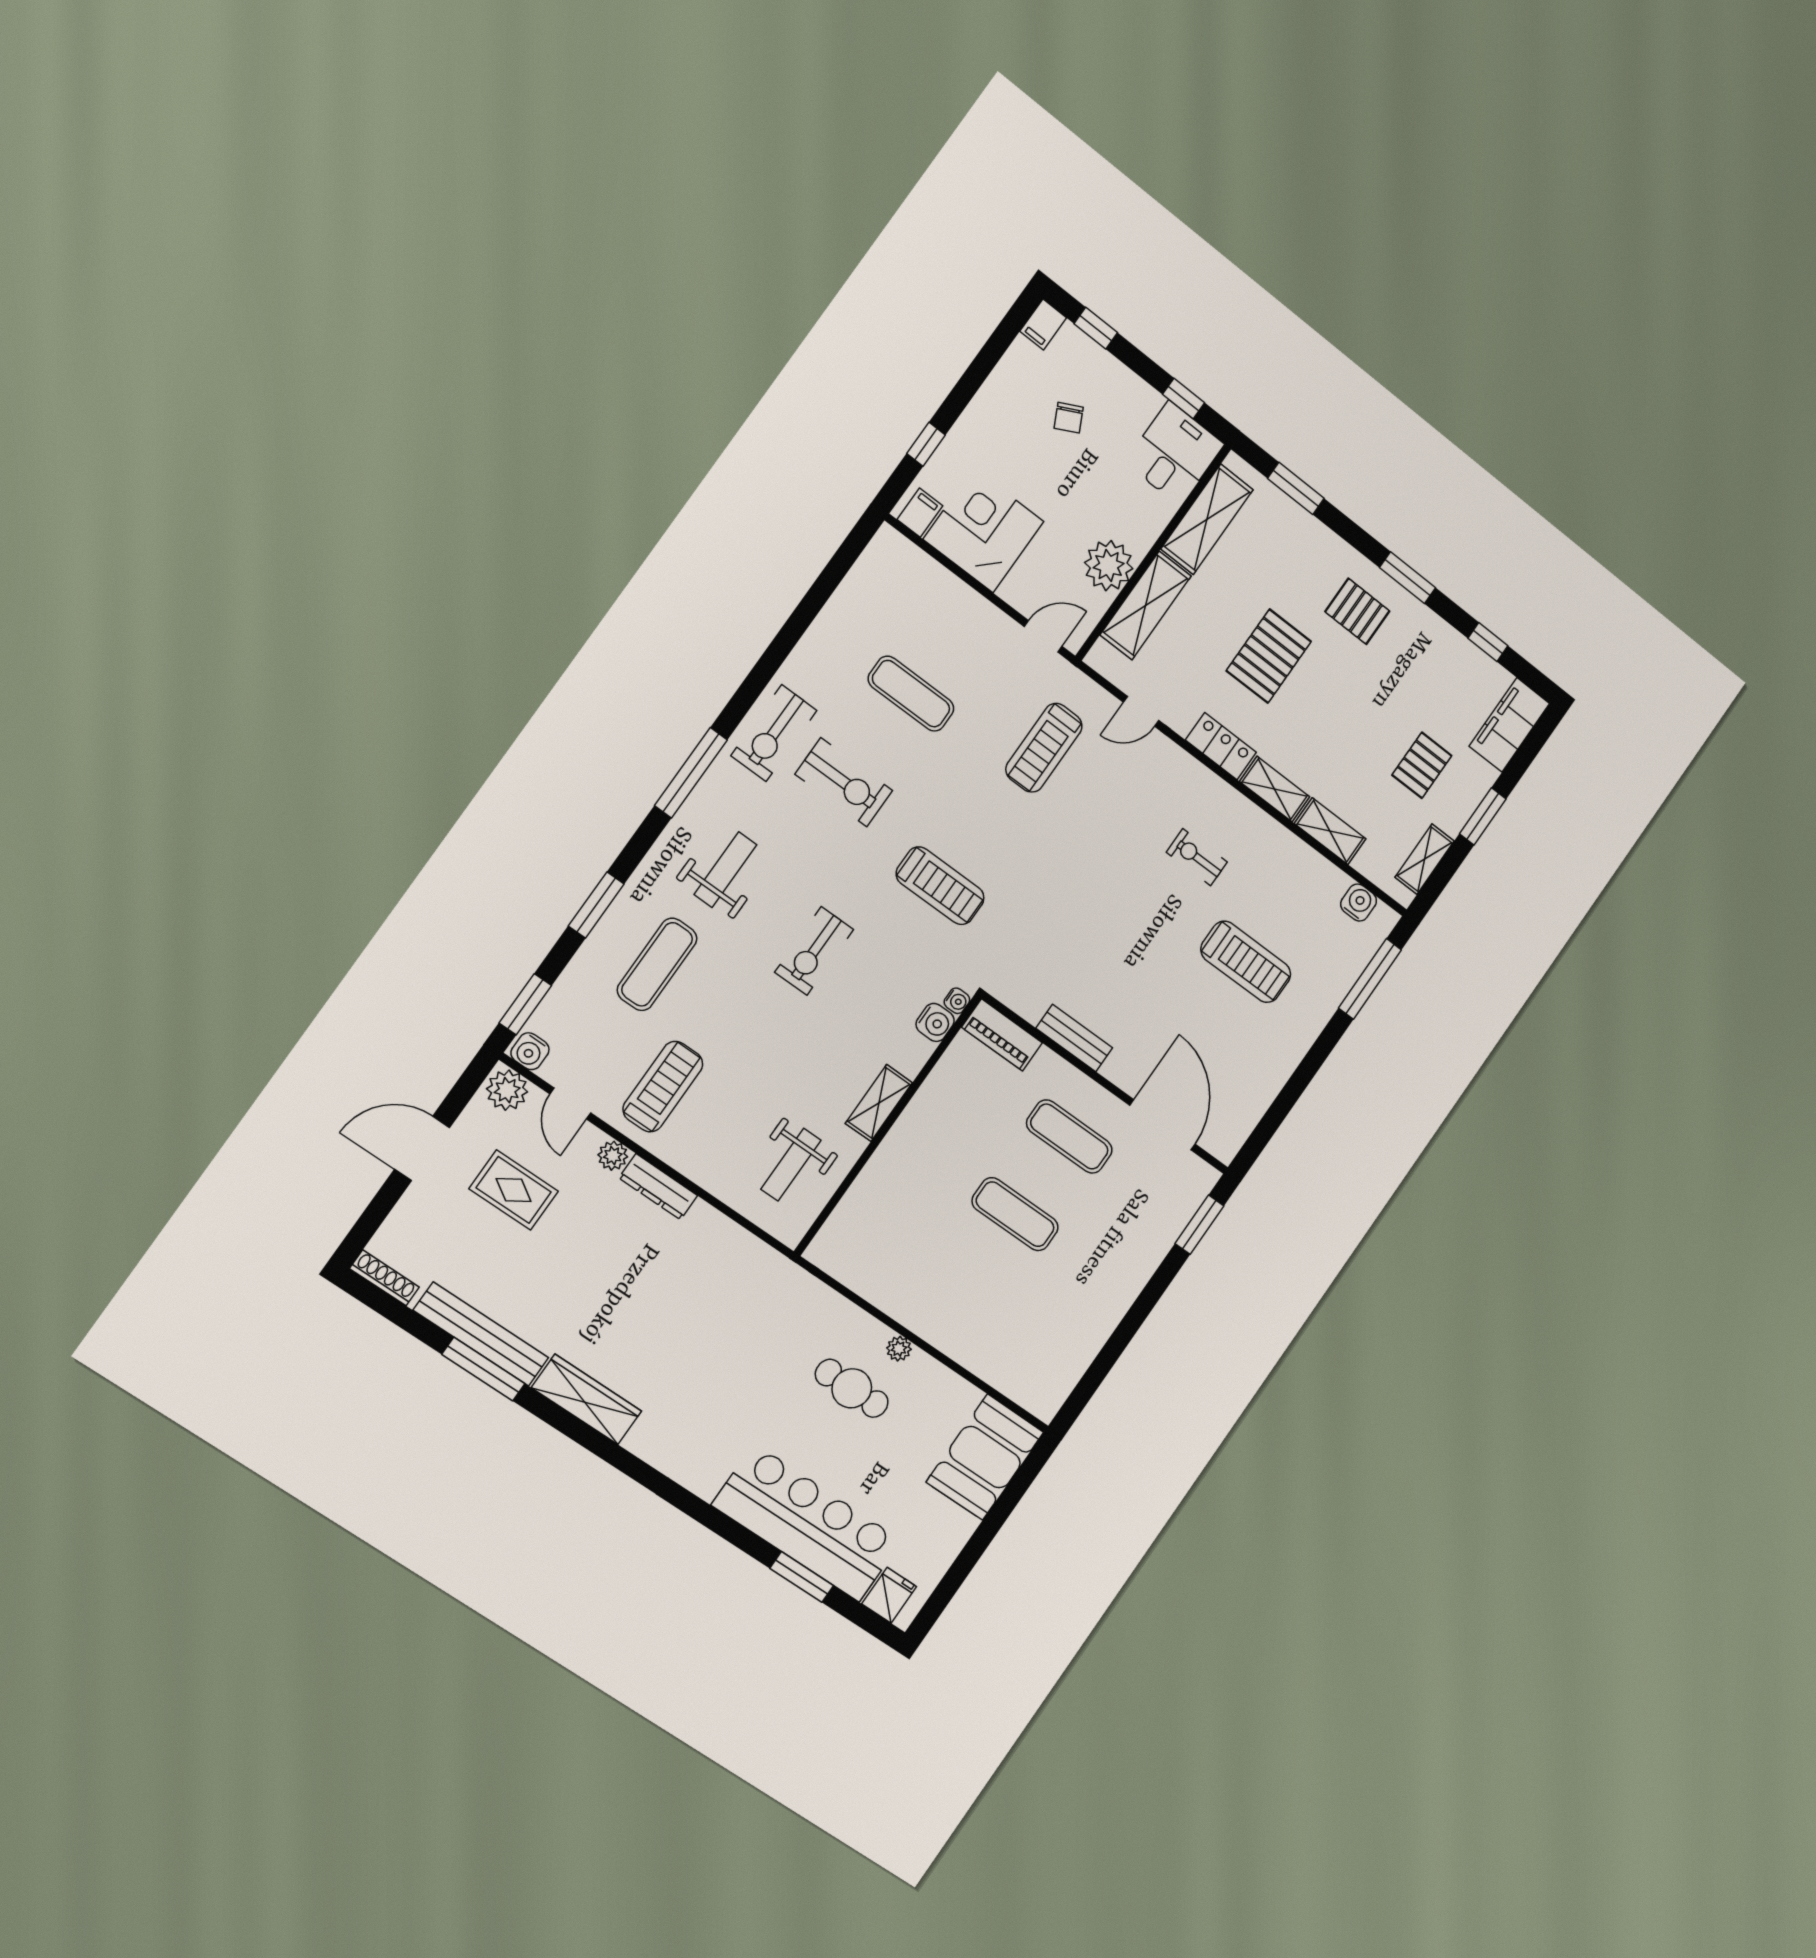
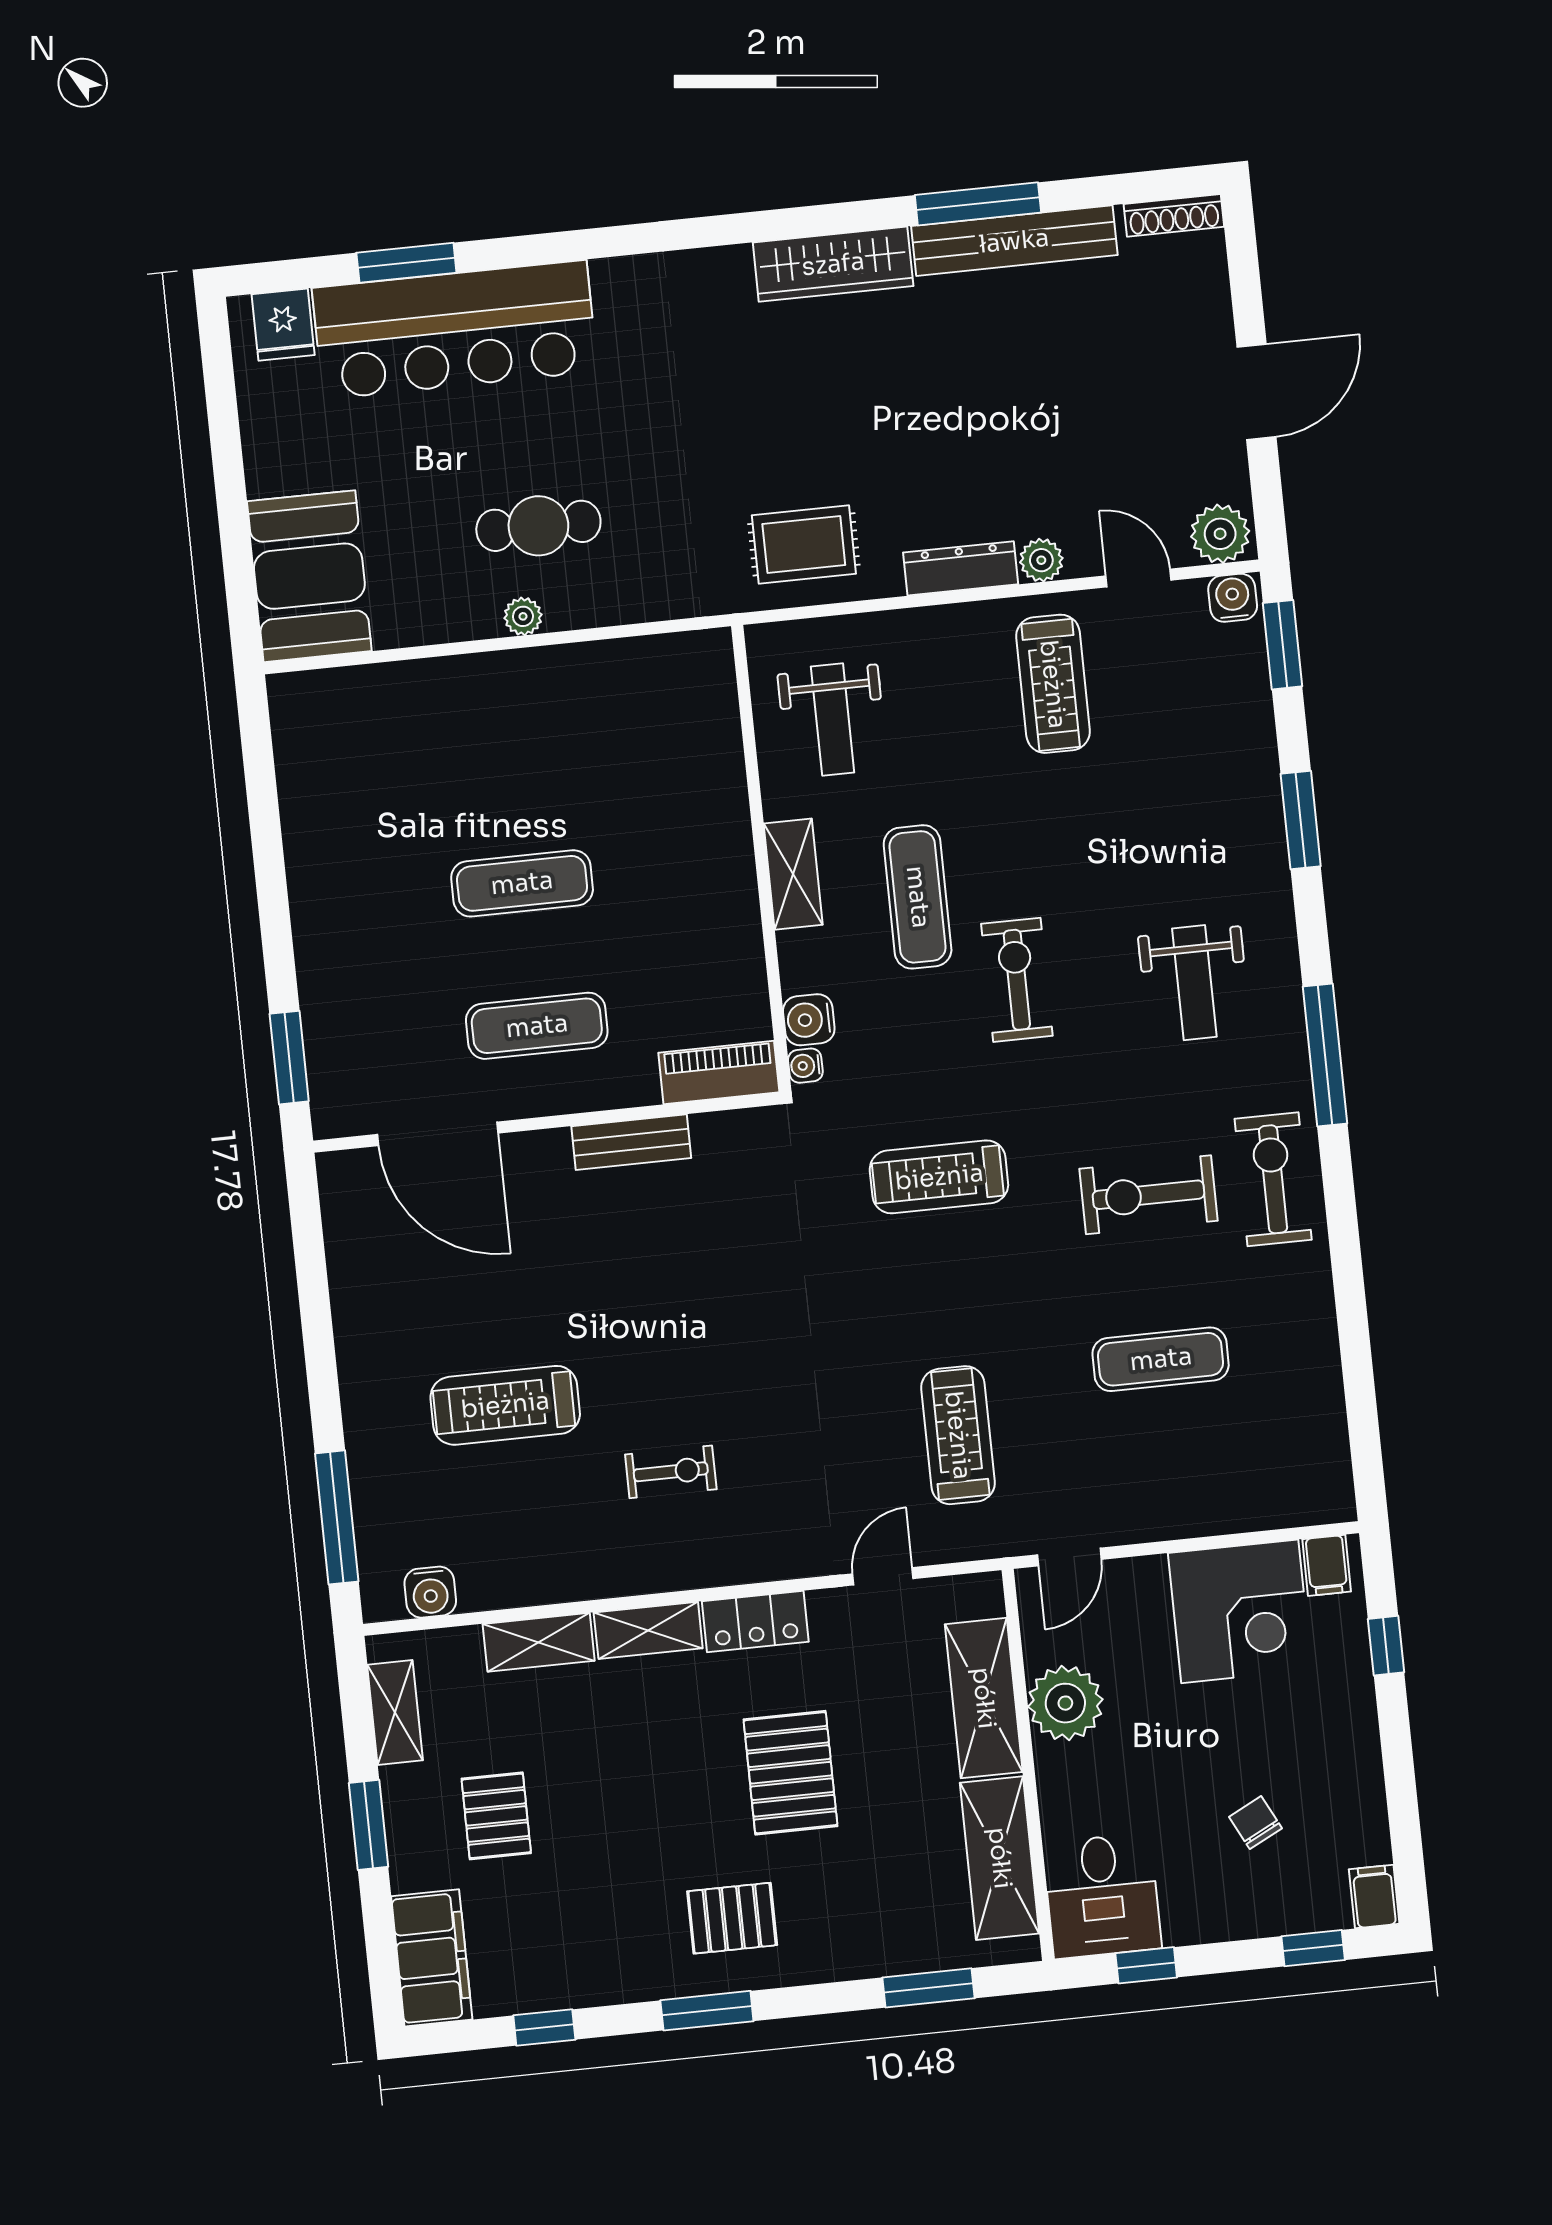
exercise mat: (657, 964) -> (918, 897), moved
weight bench: (791, 1165) -> (833, 720), turned 180
rug: (514, 1190) -> (804, 544), moved

